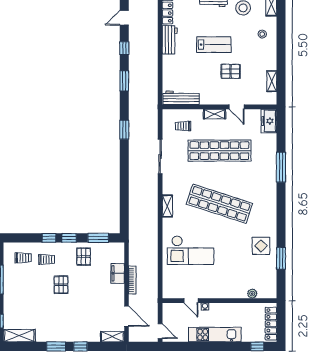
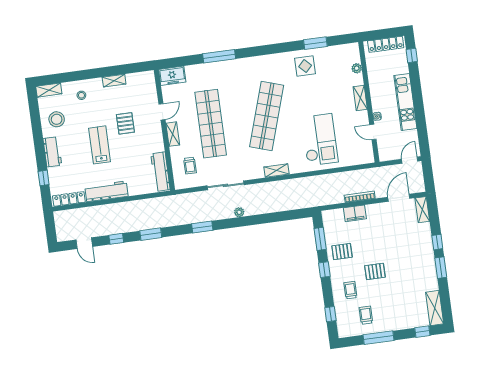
workbench: (170, 40) -> (106, 191), width x1.38
shelving: (272, 81) -> (114, 81), moved
plant: (133, 166) -> (239, 212), added
window: (49, 238) -> (330, 314), moved
trolley: (23, 258) -> (366, 315), moved
shelving: (224, 293) -> (360, 98), added
door: (191, 301) -> (373, 132), swing flipped

